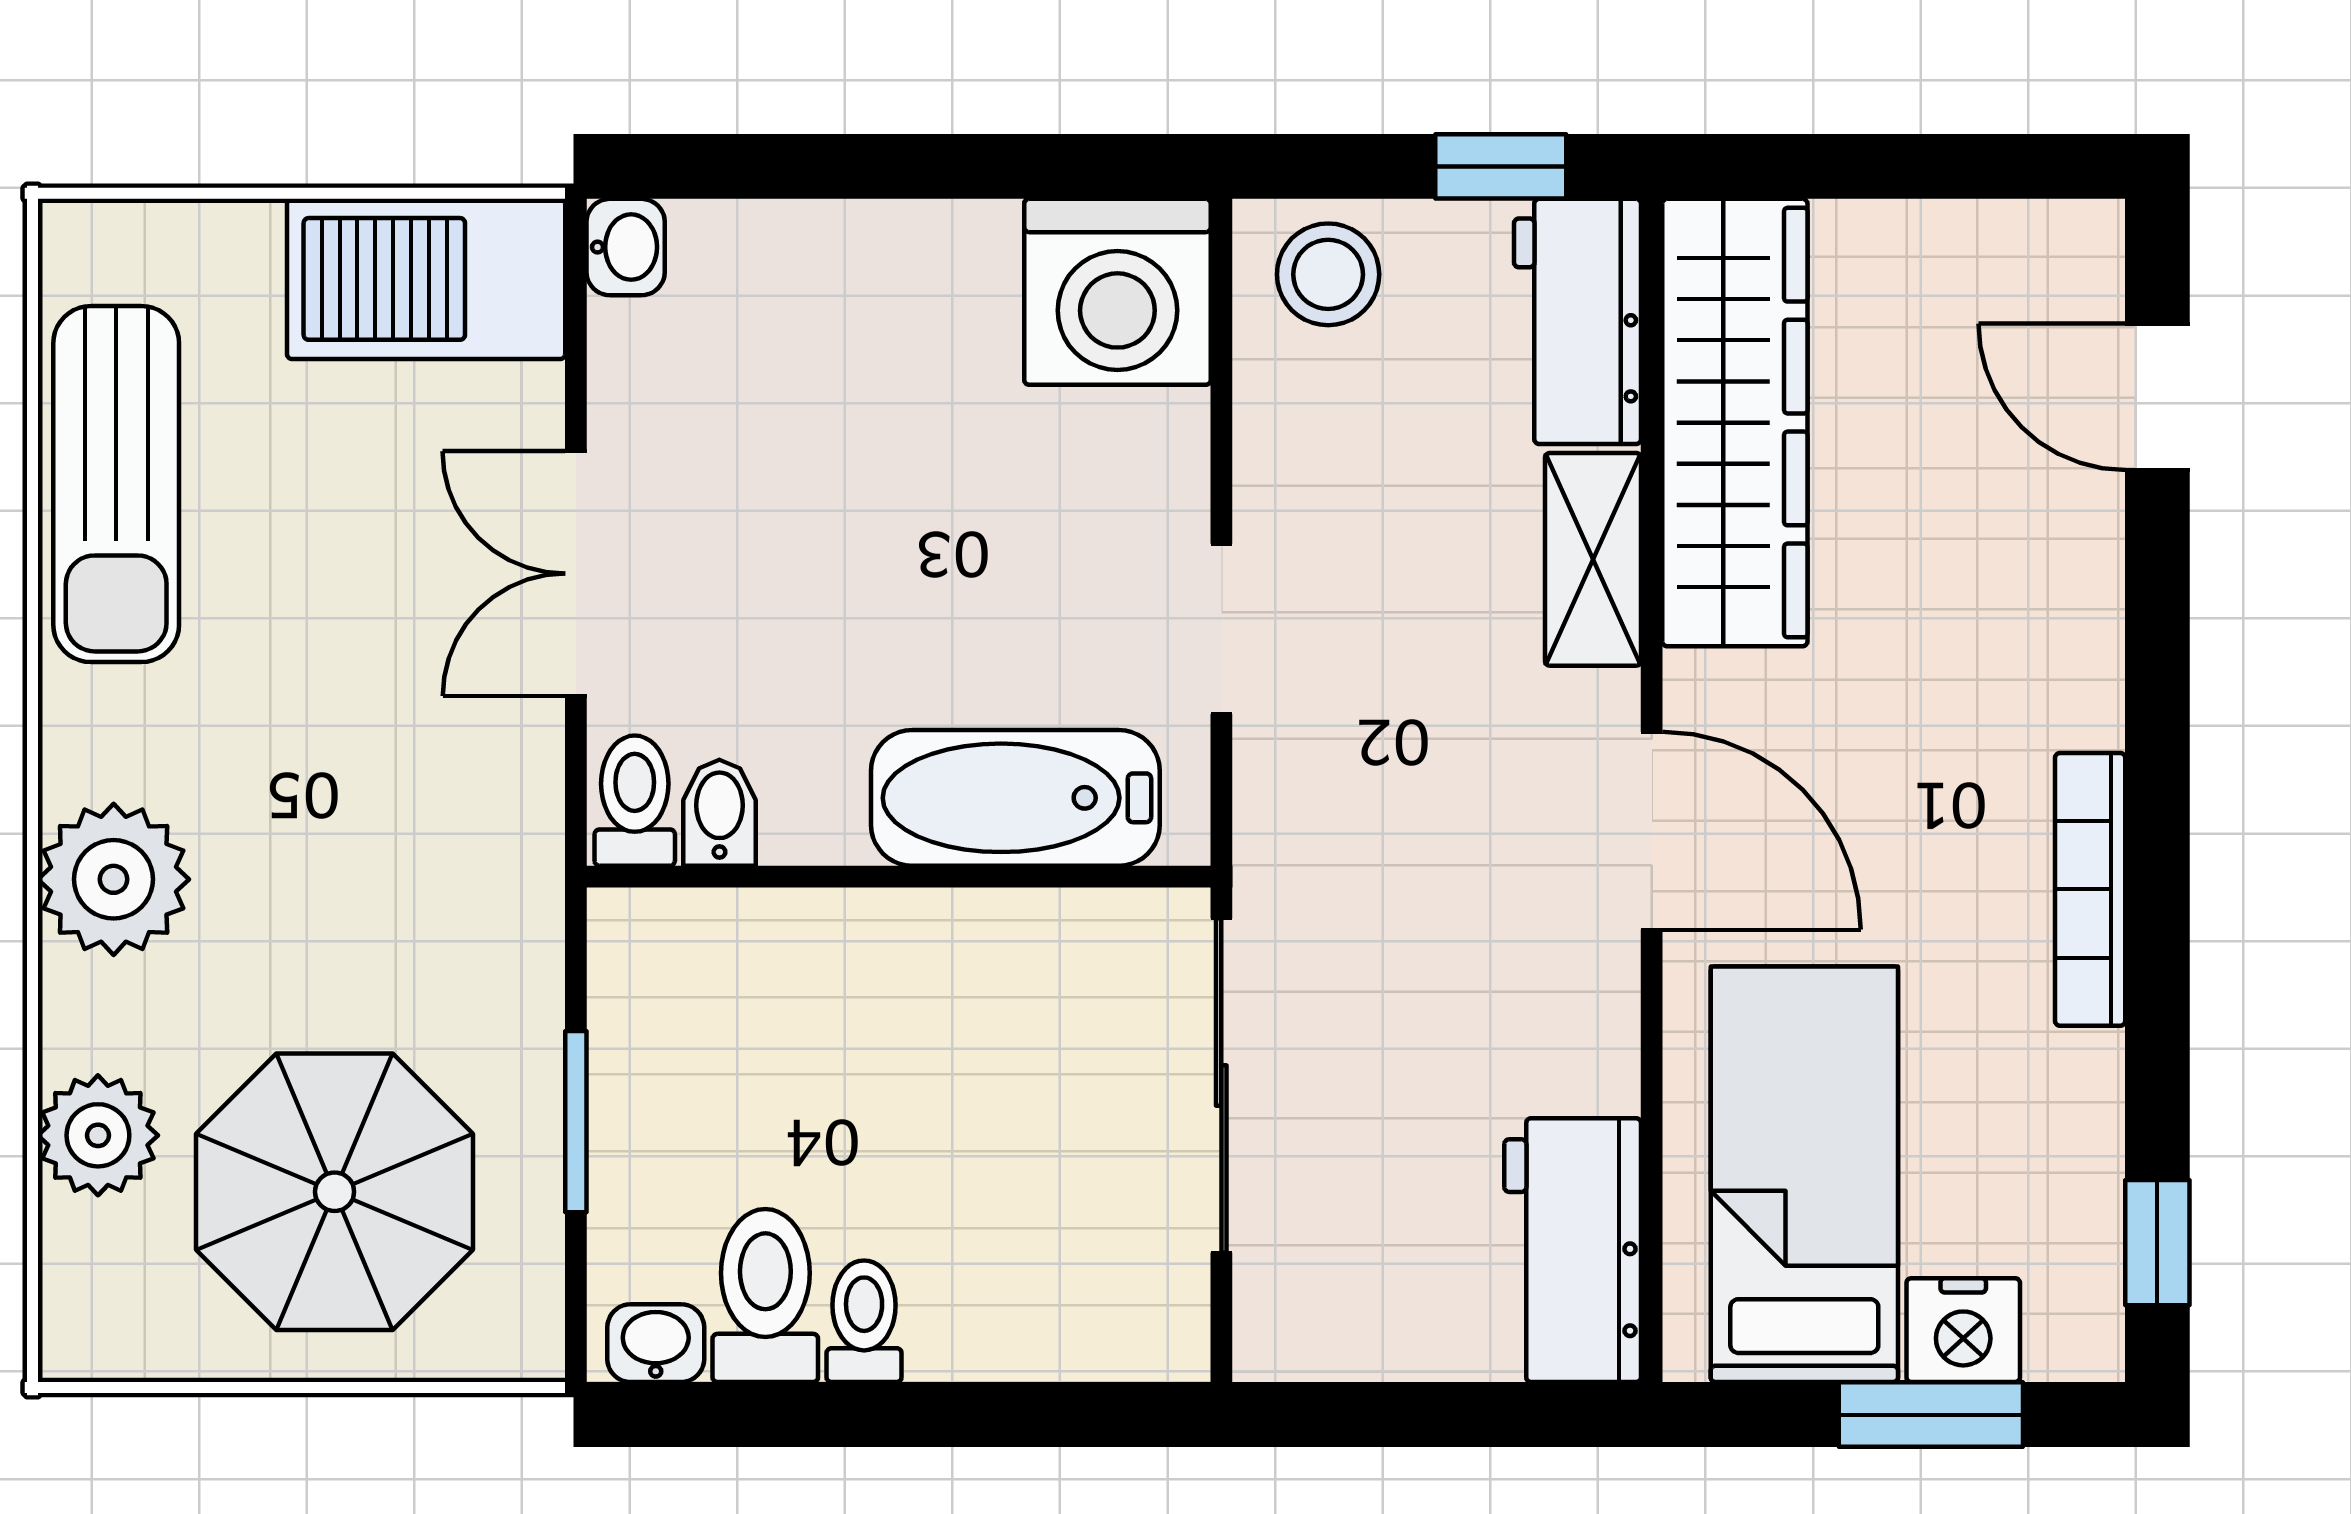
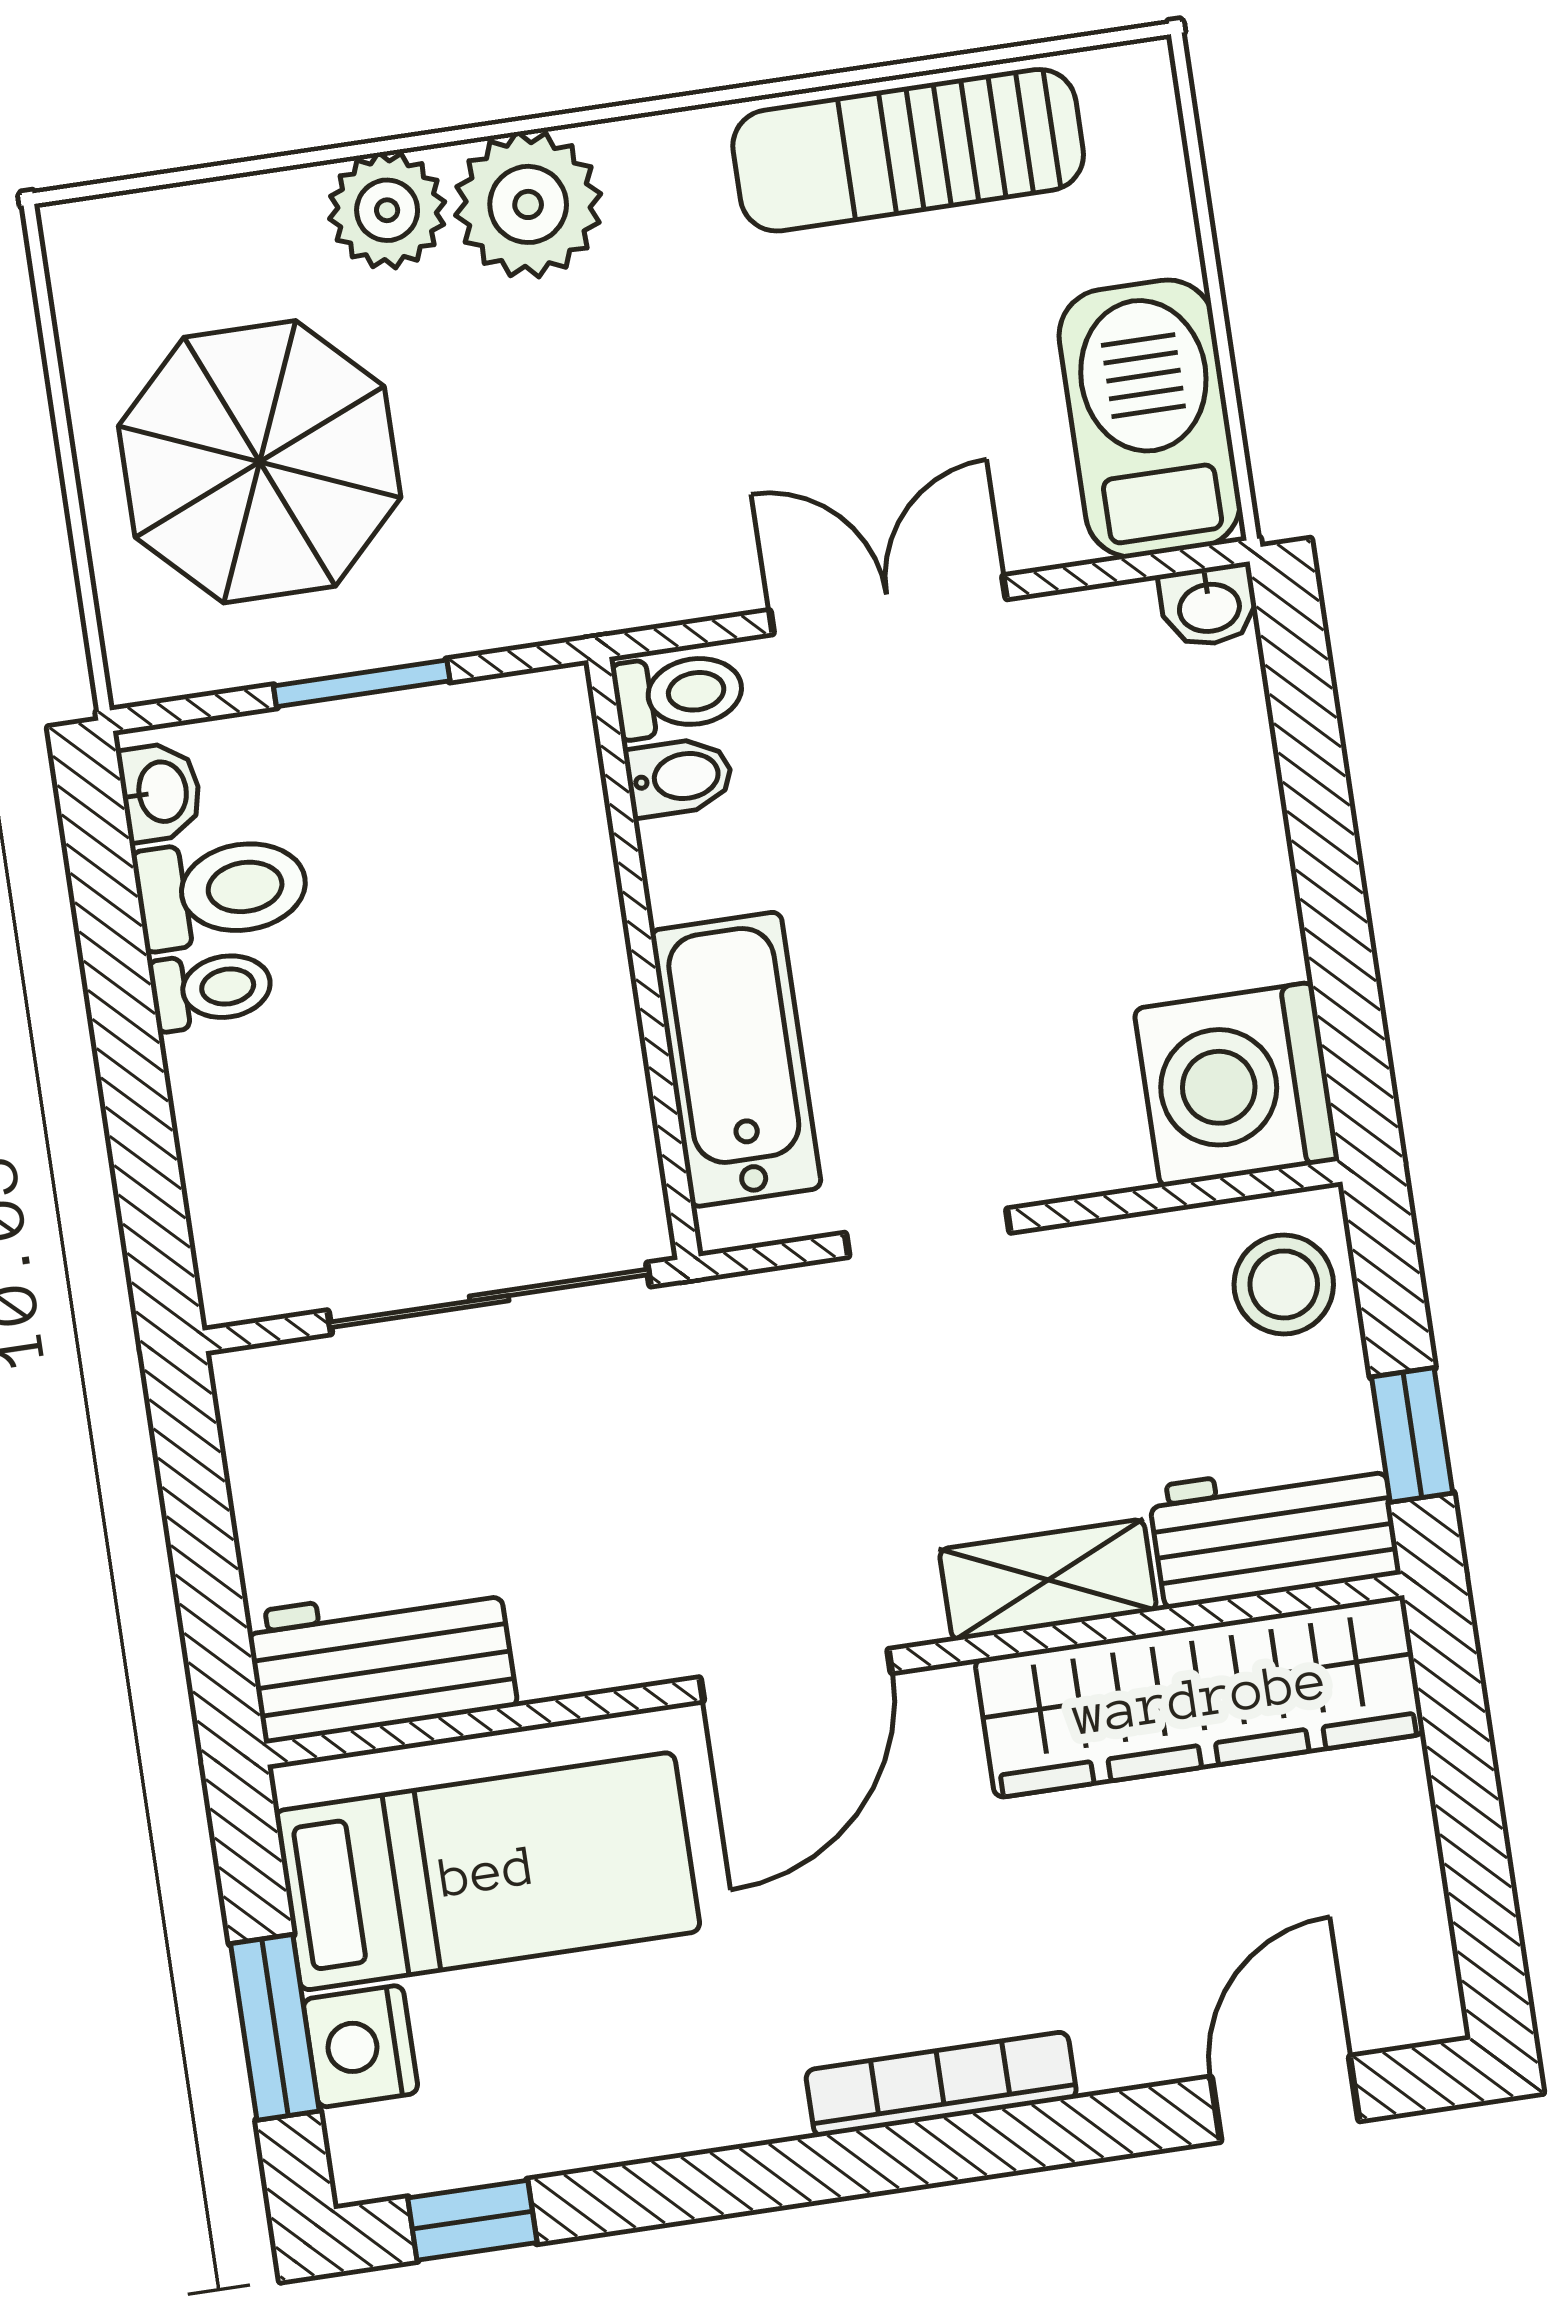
bookcase: (2090, 889) -> (941, 2084), moved
plant: (98, 1135) -> (387, 210), moved

